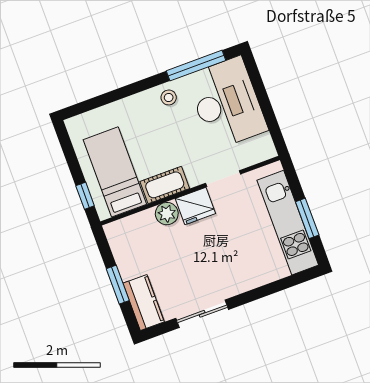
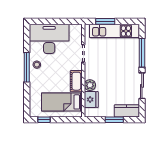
window: (196, 66) -> (27, 67), moved
window: (85, 196) -> (44, 120), moved
fridge: (195, 206) -> (91, 100), moved
window: (307, 218) -> (105, 21), moved
window: (265, 291) -> (142, 53), added

